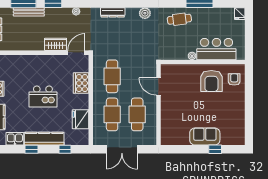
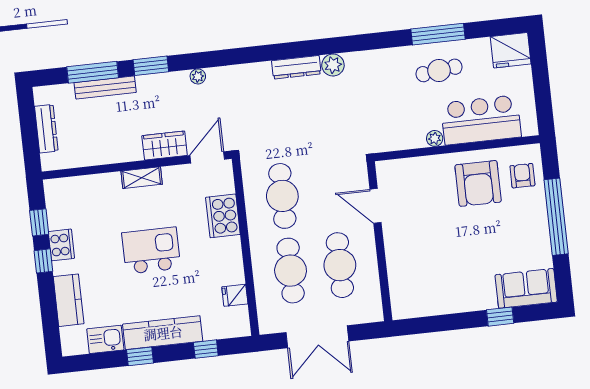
dresser: (113, 12) -> (296, 67), moved
fridge: (240, 14) -> (511, 50), width x1.88, depth x1.34
cafe table: (179, 19) -> (439, 70), moved
shelving: (42, 59) -> (142, 178), added
kitchen island: (43, 97) -> (151, 251), turned 180
window: (249, 102) -> (556, 217), added
fridge: (81, 119) -> (235, 295), width x0.53, depth x0.75
sofa: (205, 137) -> (526, 288), moved

